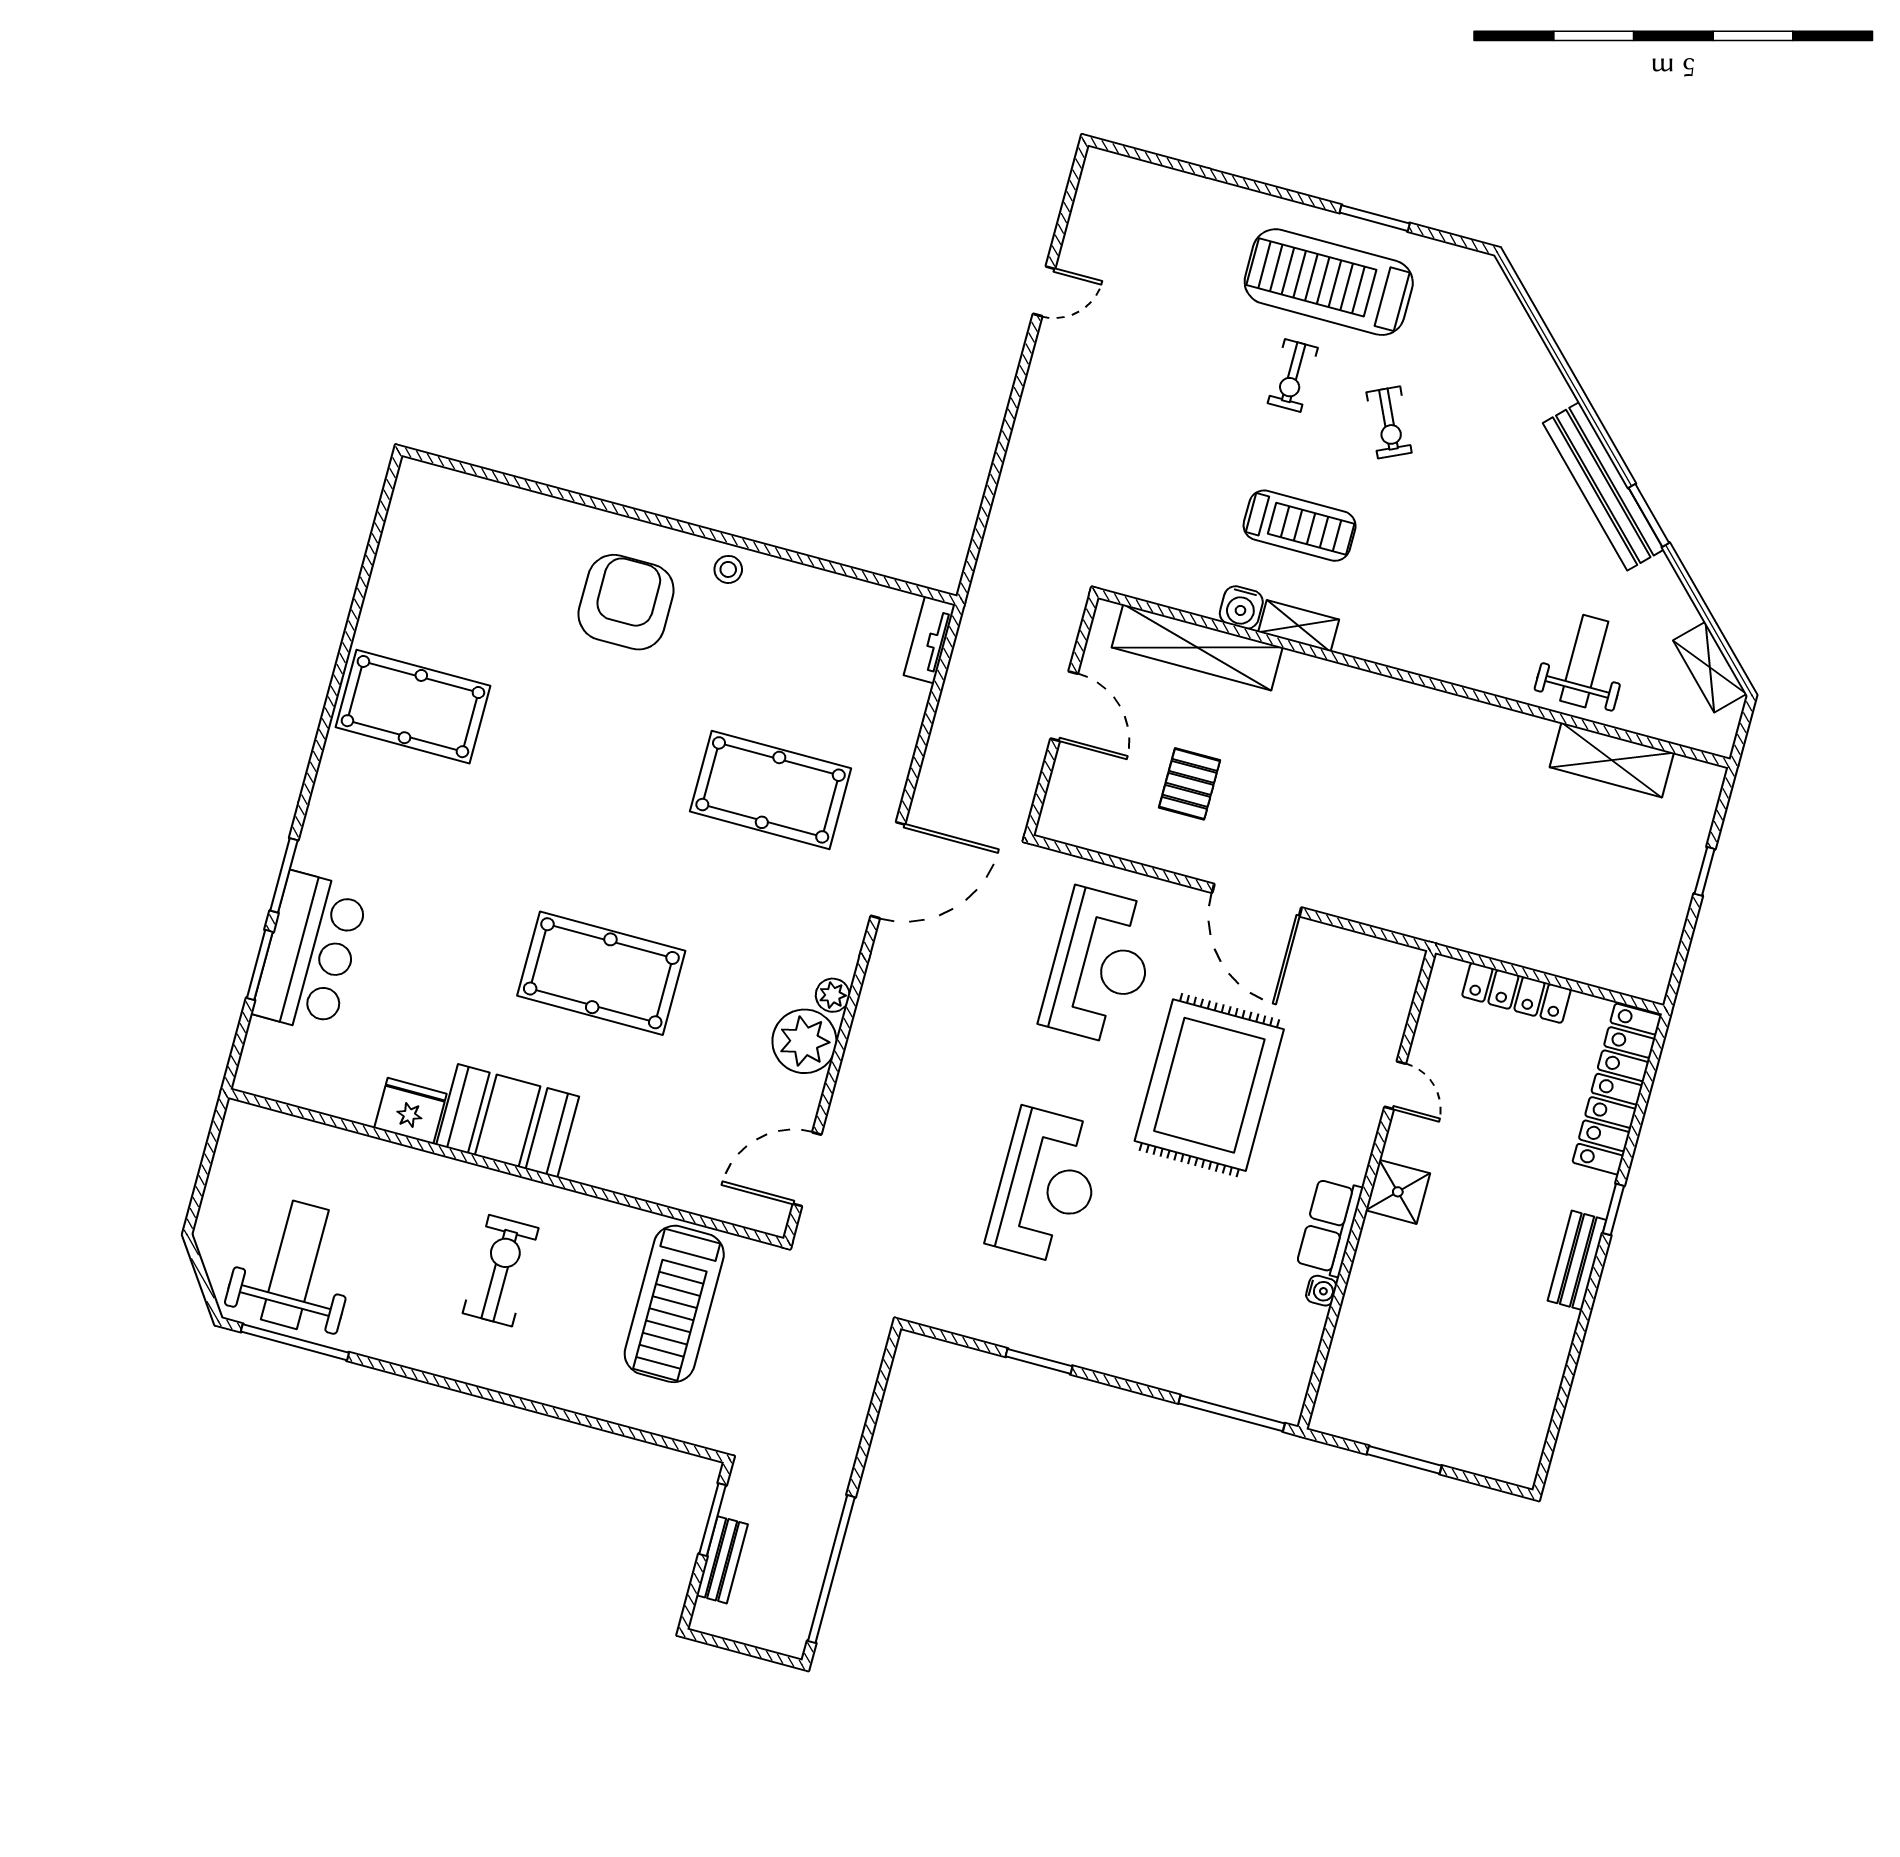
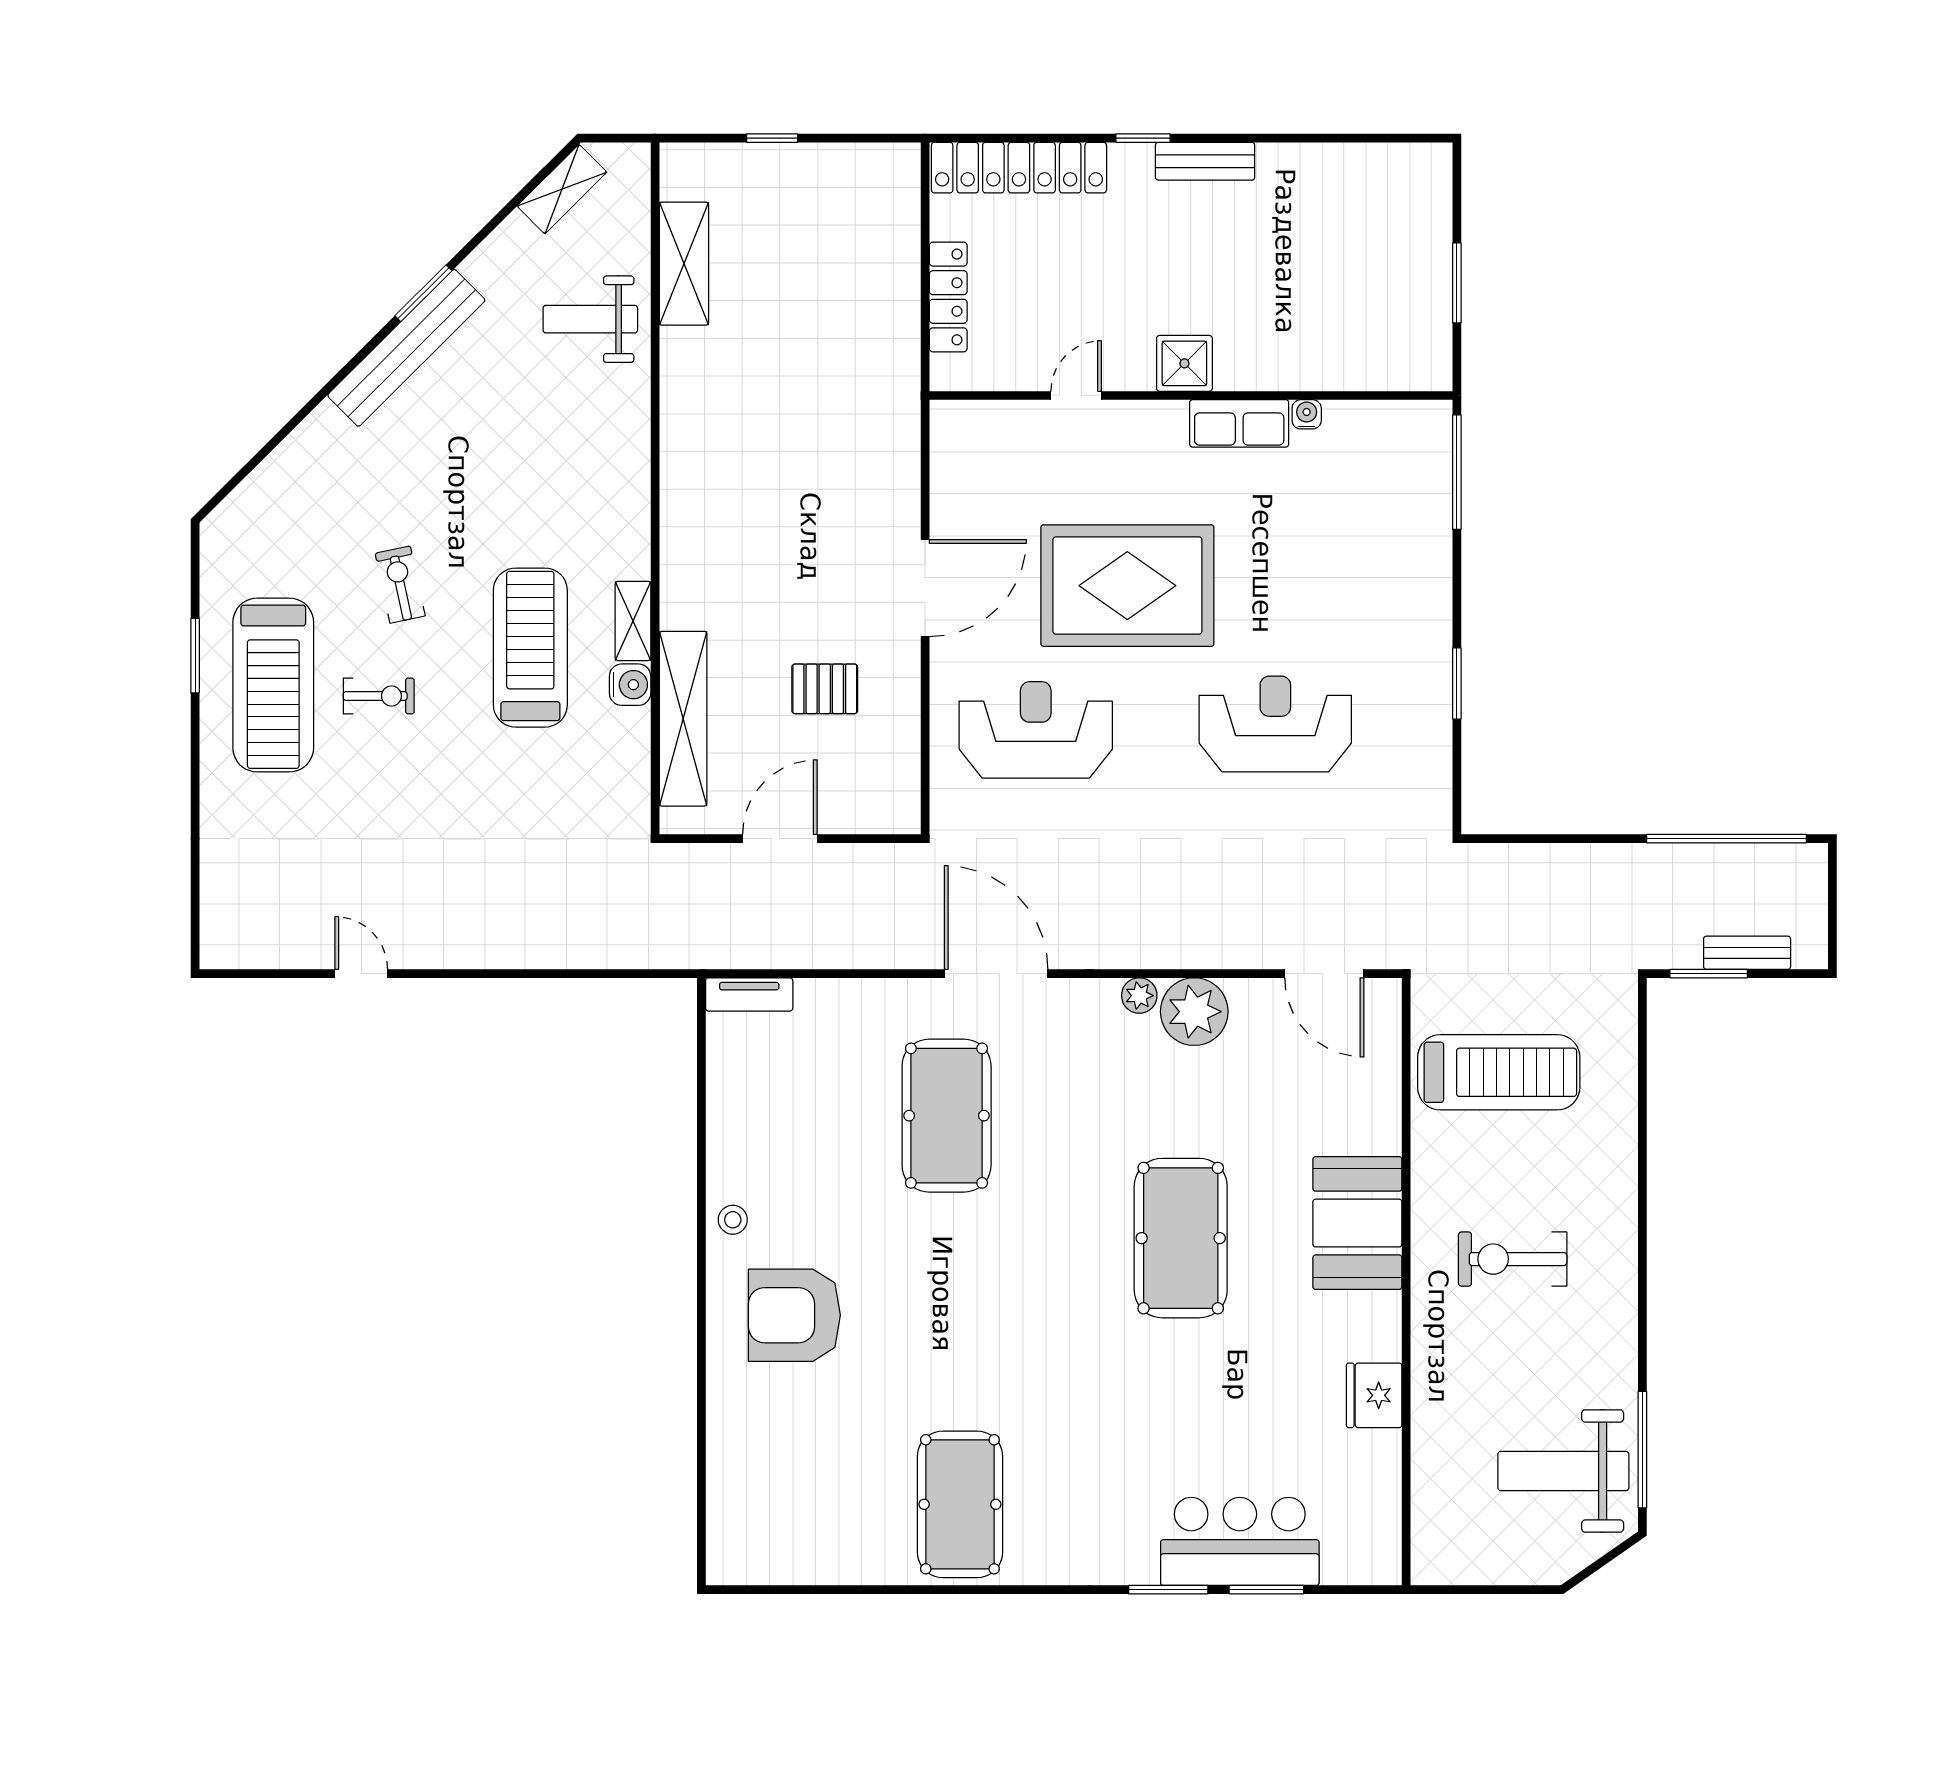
exercise bike: (1389, 422) -> (400, 585), turned -77
treadmill: (1300, 526) -> (530, 648), width x1.37, depth x1.38
booth: (508, 1121) -> (1357, 1223), moved

